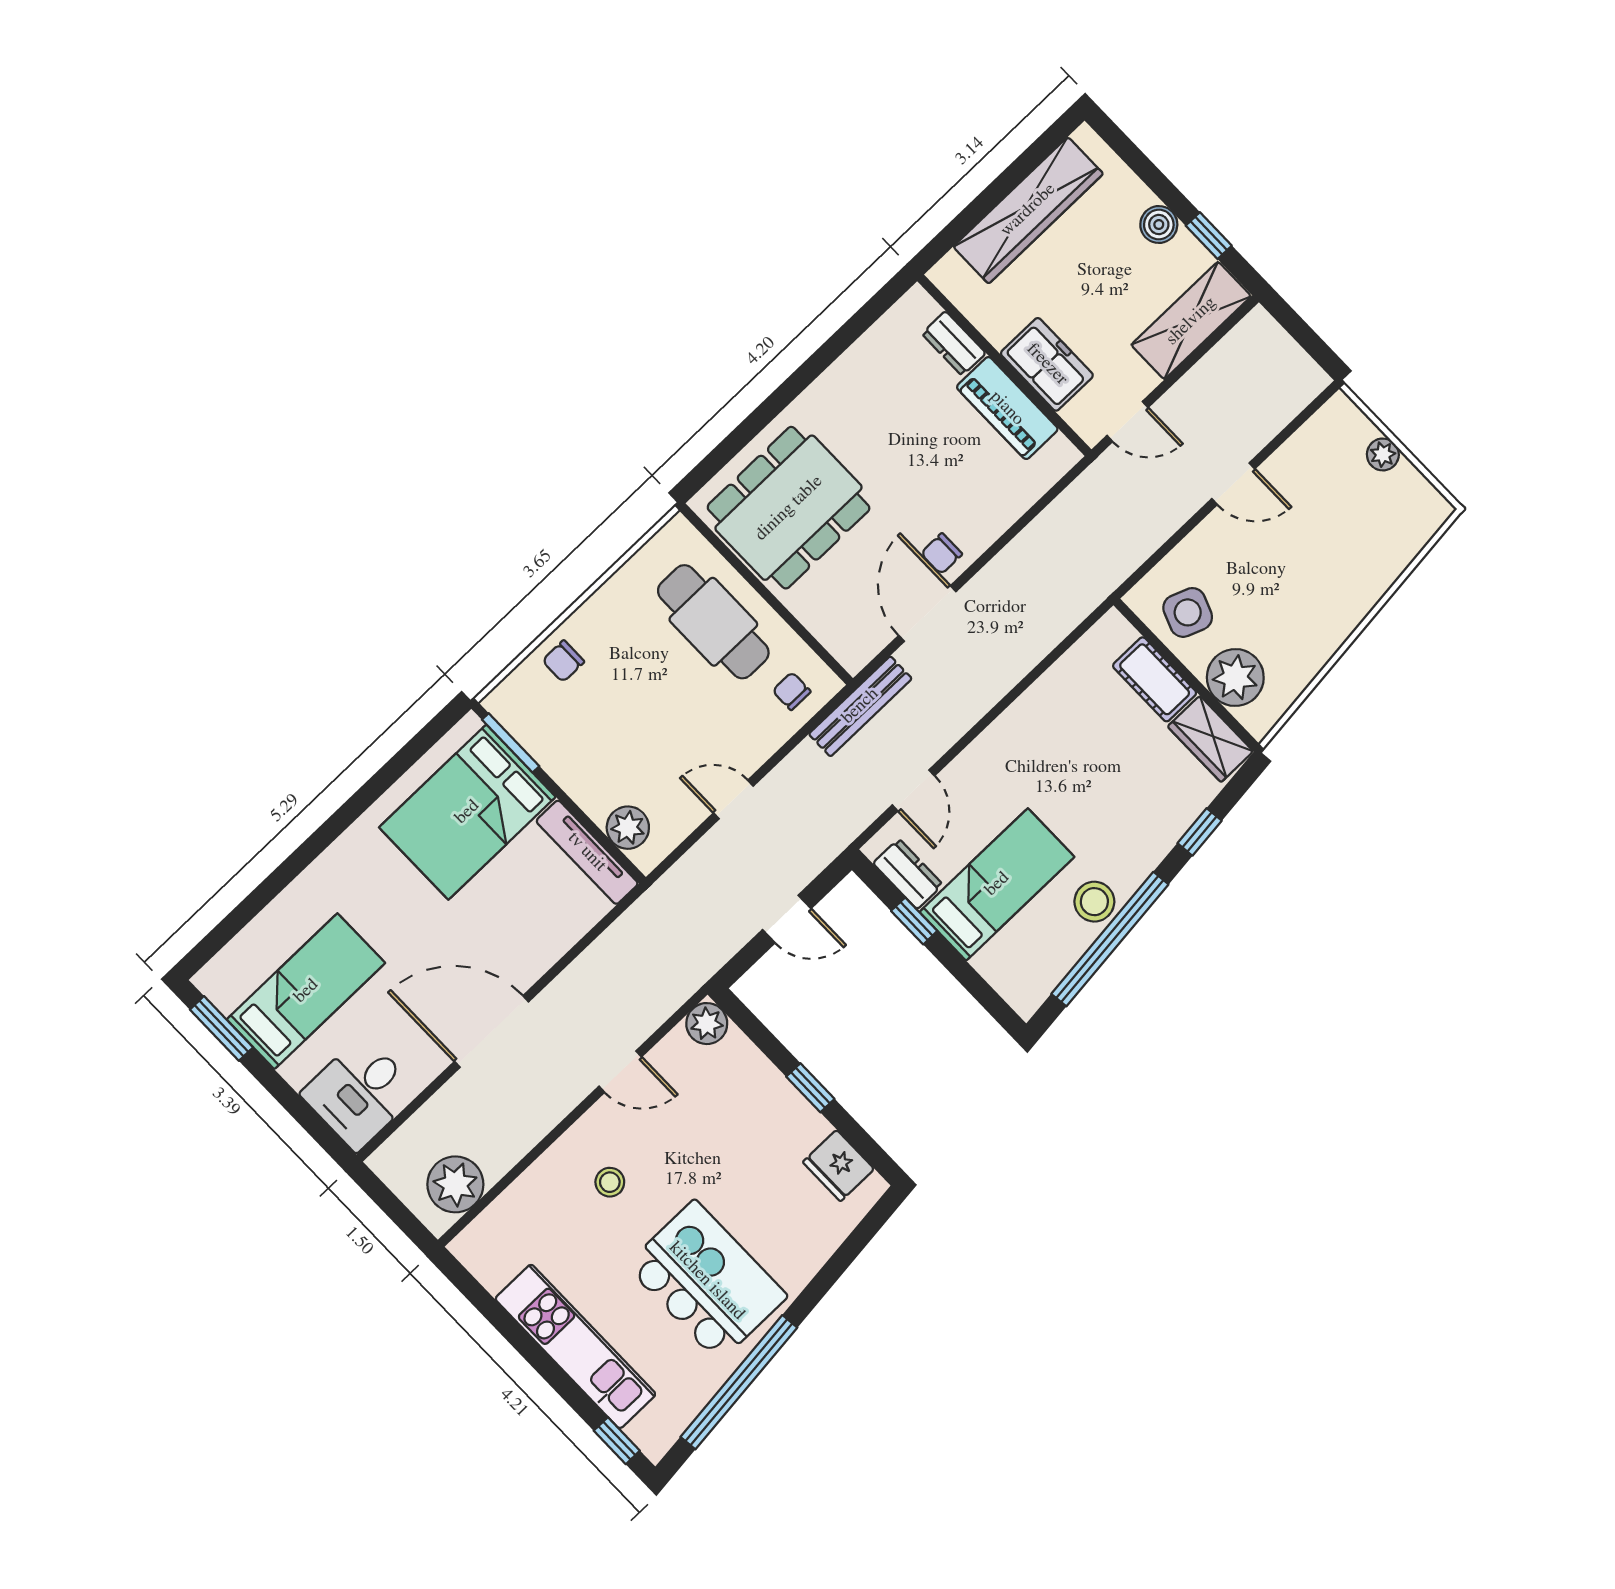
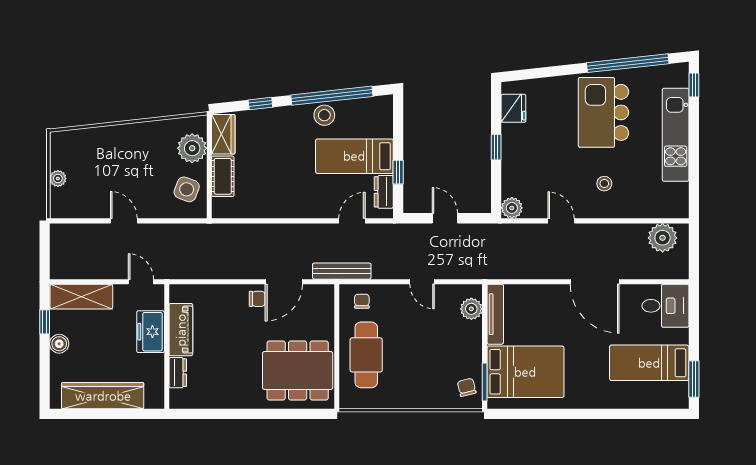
chair: (563, 661) -> (467, 387), moved, turned -104
chair: (792, 691) -> (362, 301), turned 180

